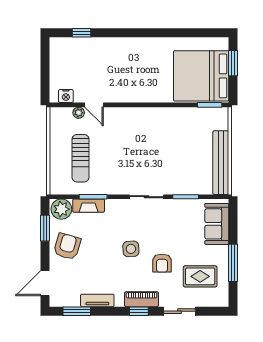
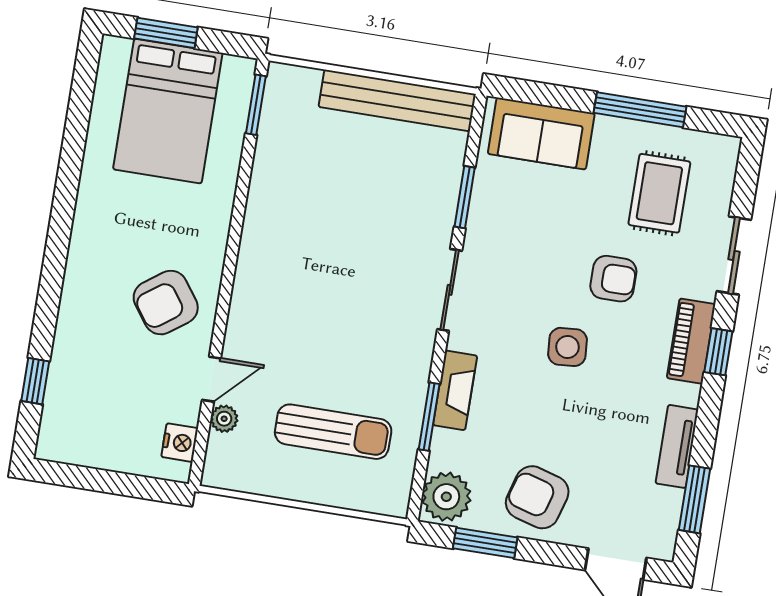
bed: (201, 76) -> (168, 111), width x0.73
armchair: (122, 81) -> (166, 303), added
fireplace: (89, 206) -> (455, 390), moved

